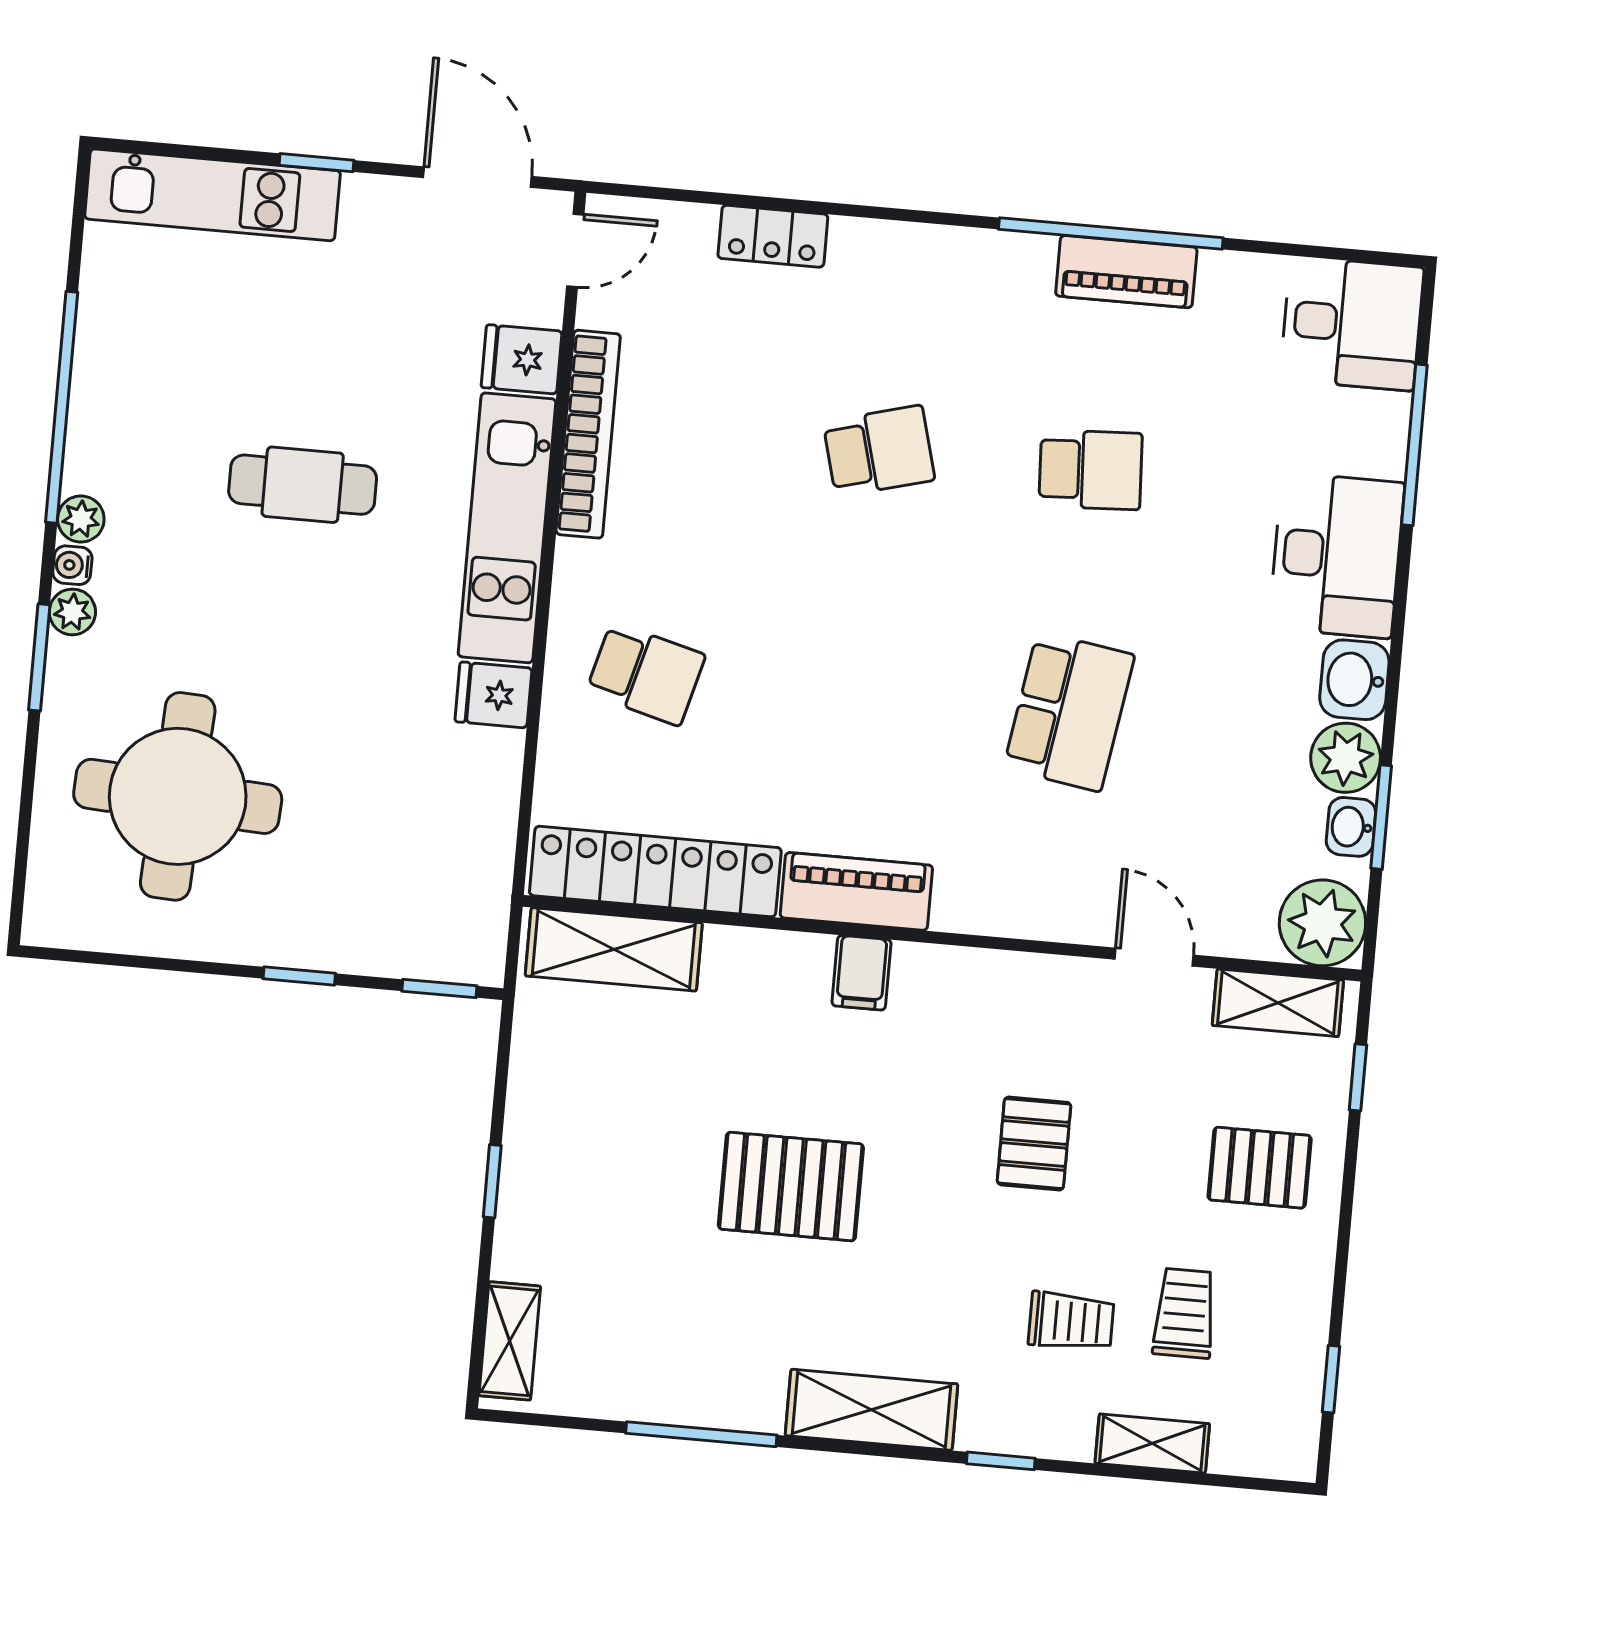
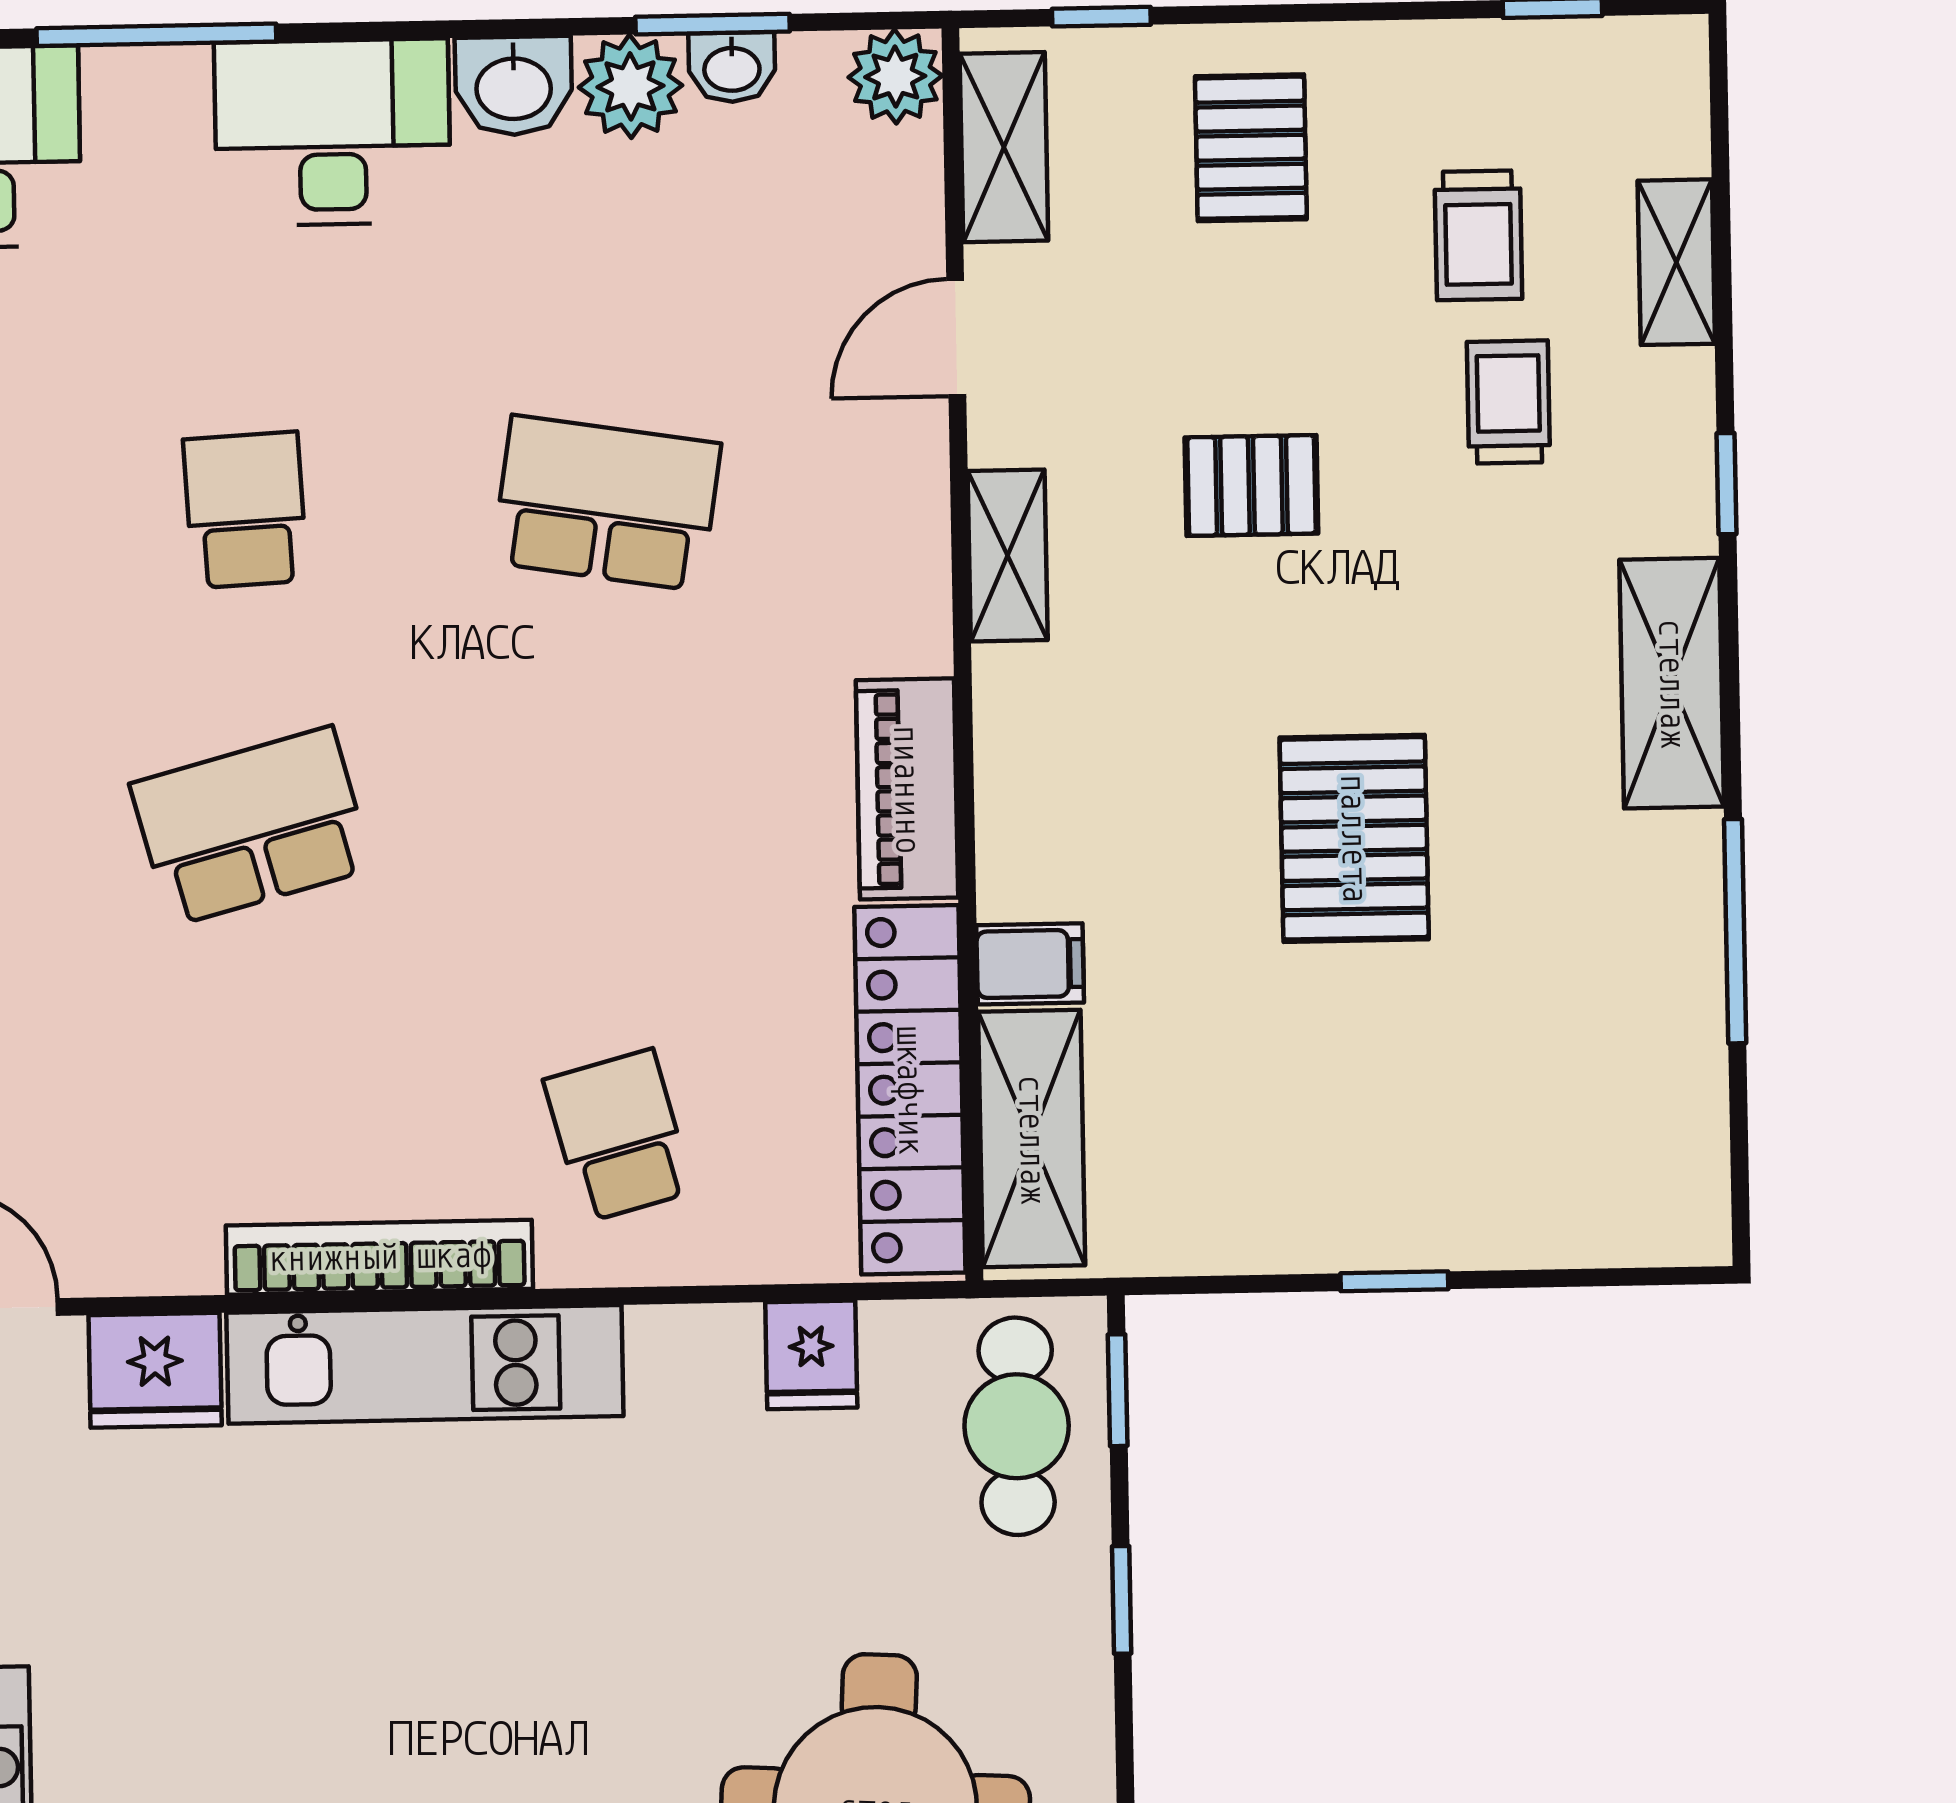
fridge: (522, 359) -> (155, 1370), width x1.38
bookcase: (588, 434) -> (379, 1257), moved
school desk: (879, 451) -> (251, 826), width x1.85
cafe table: (303, 485) -> (1017, 1426), moved
school desk: (646, 674) -> (619, 1136), turned -30
fridge: (493, 695) -> (811, 1355), moved
plant: (1322, 923) -> (895, 77), width x0.73, depth x0.73
filing cabinet: (862, 973) -> (1030, 964), moved
trolley: (1185, 1313) -> (1478, 235), turned -90
shelving: (510, 1341) -> (1008, 556), moved, turned 90

